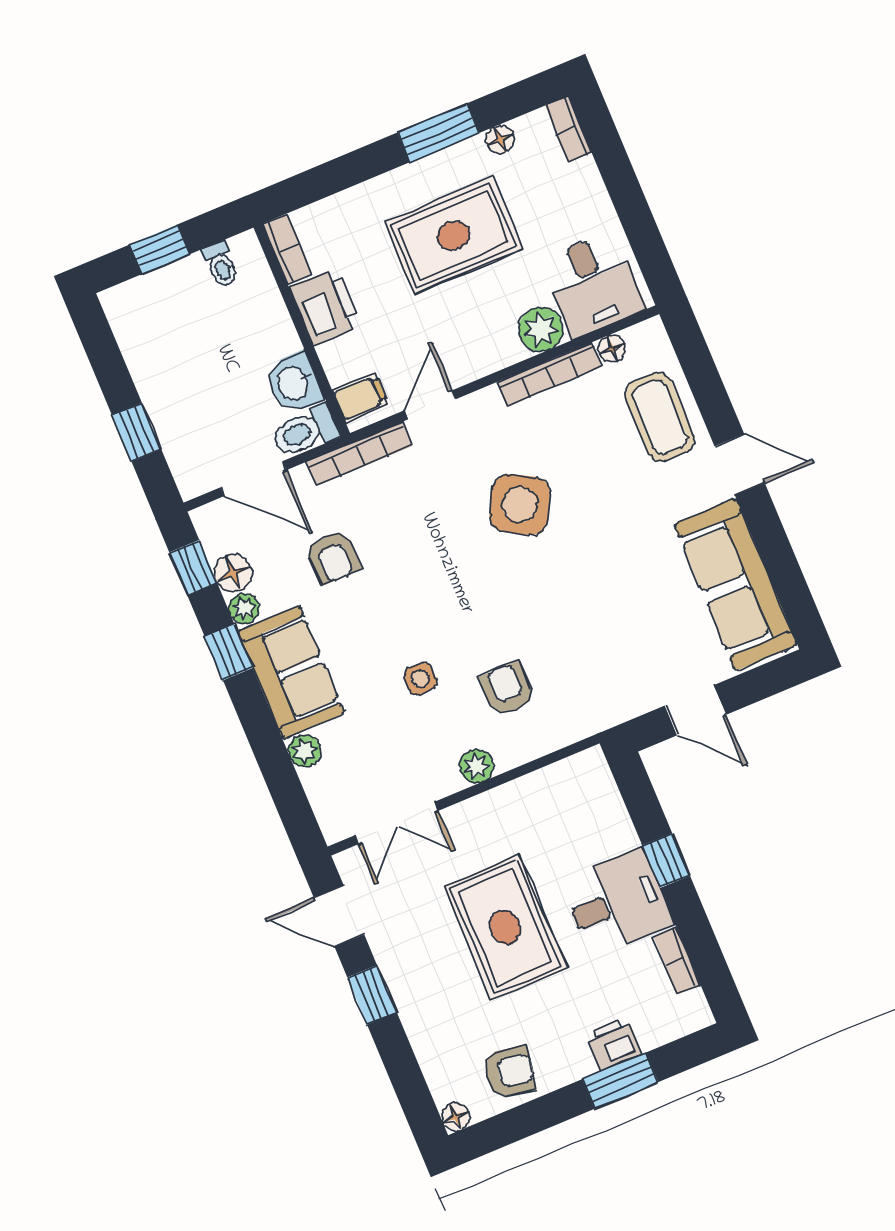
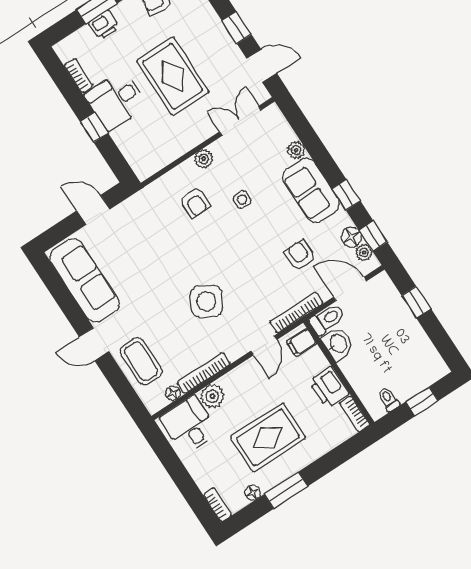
plant: (244, 609) -> (364, 253), moved

